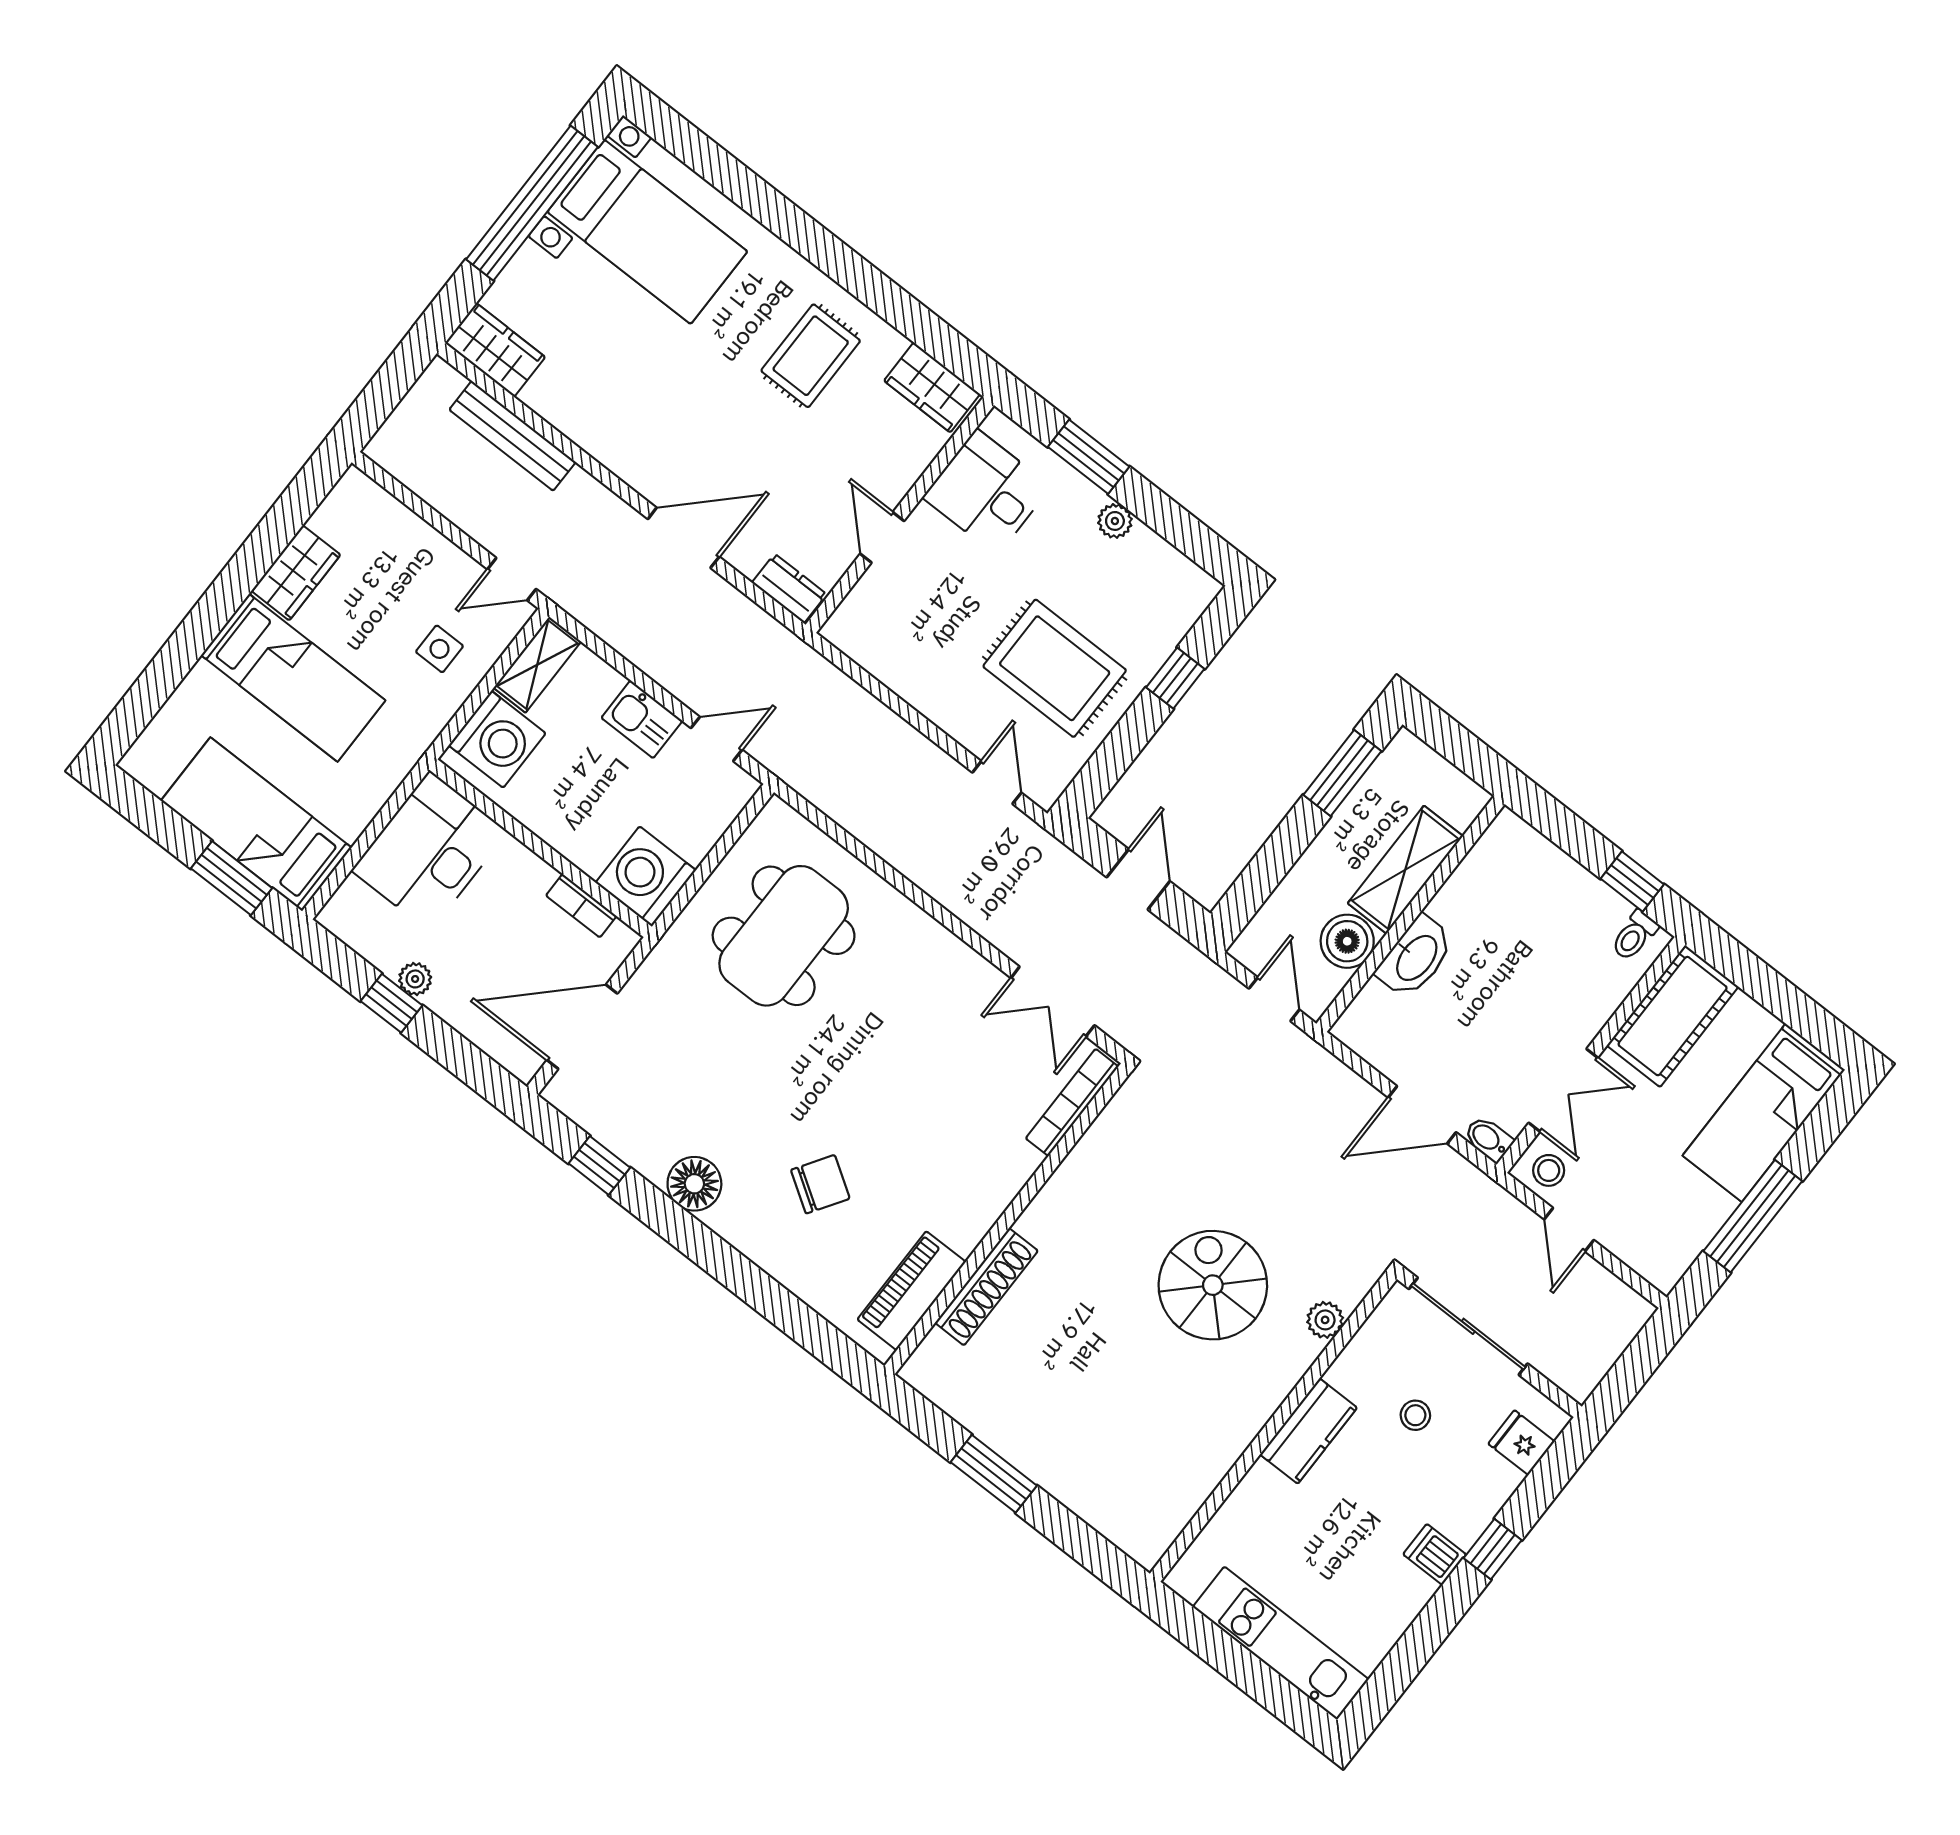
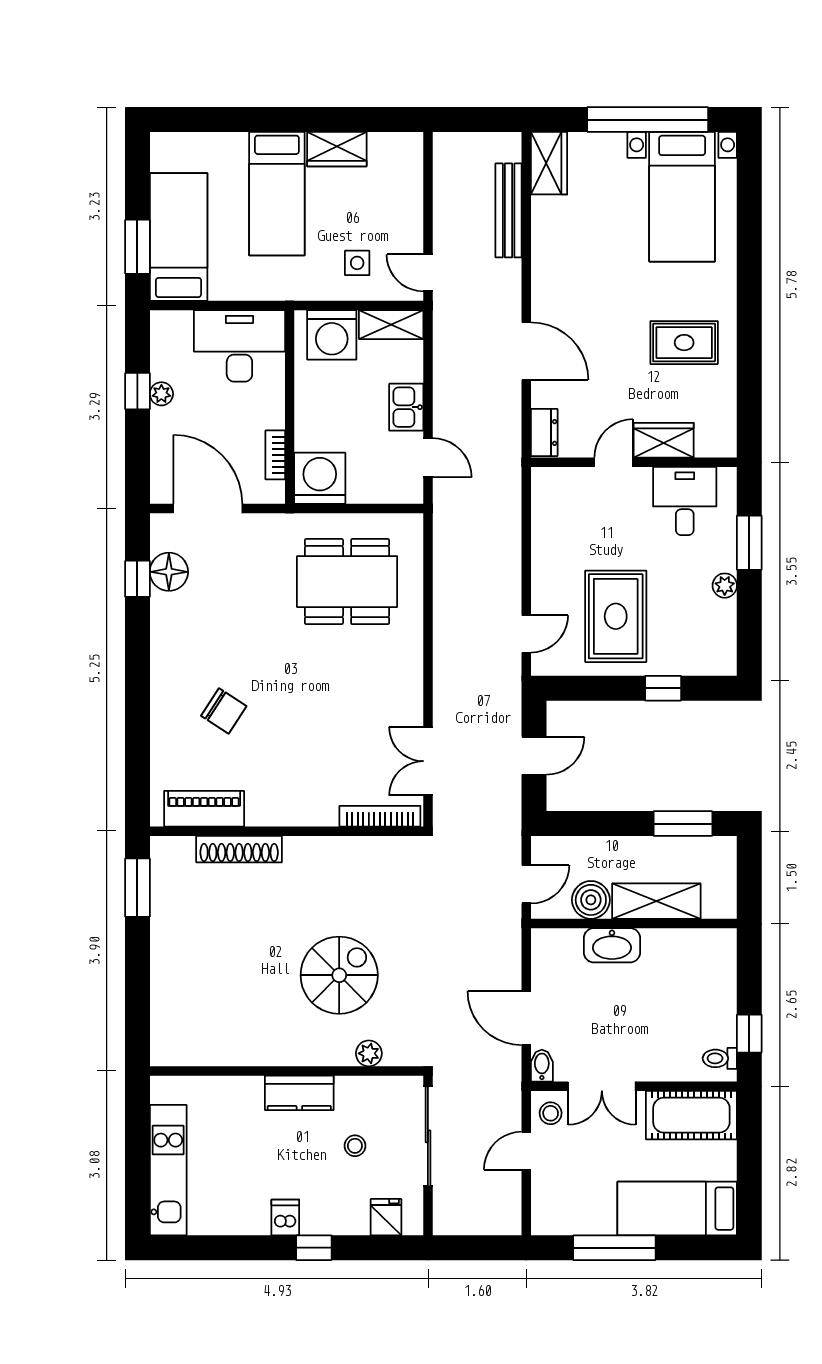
wardrobe: (932, 387) -> (664, 440), moved, turned 90
floor lamp: (694, 1184) -> (169, 572), moved
window: (994, 1474) -> (137, 888), moved

